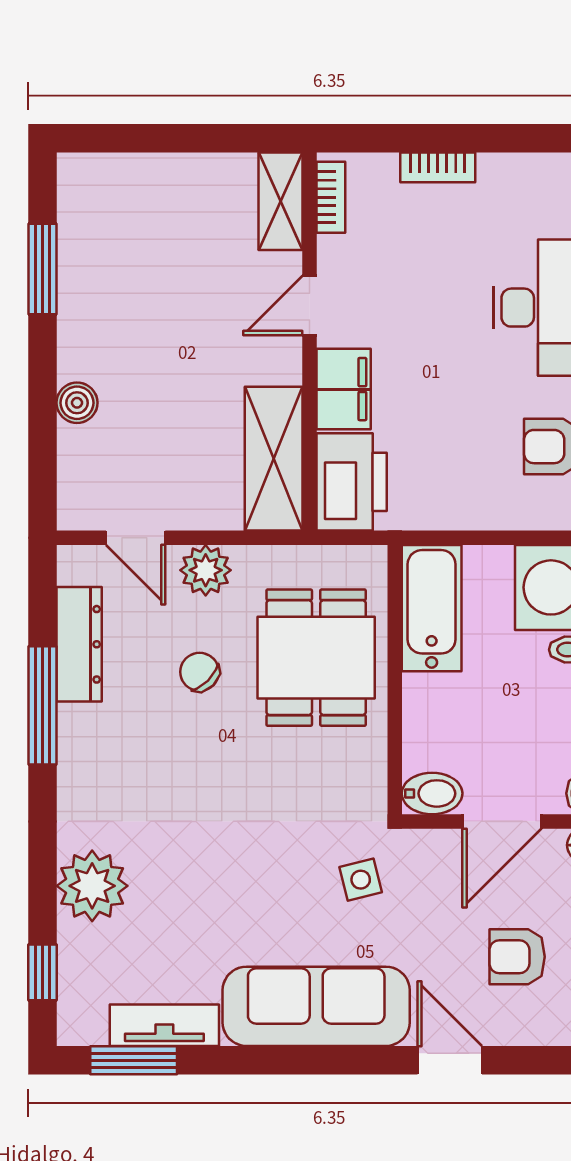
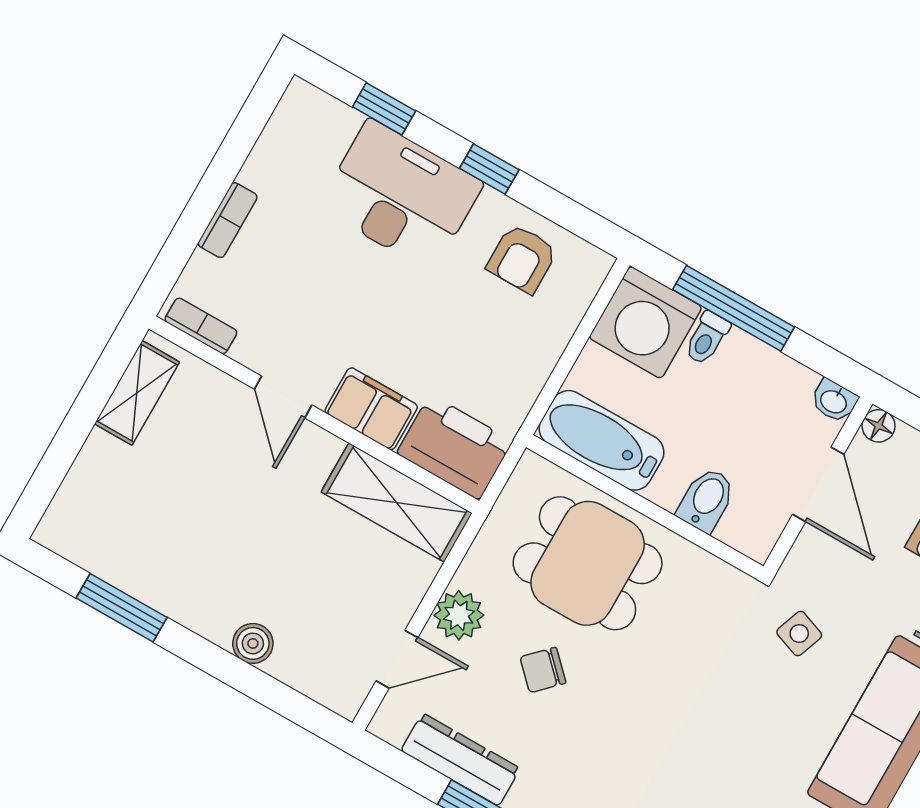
shelving: (281, 201) -> (137, 393), moved, turned 90
bidet: (432, 793) -> (706, 500), moved
side table: (361, 880) -> (799, 633), turned 34

